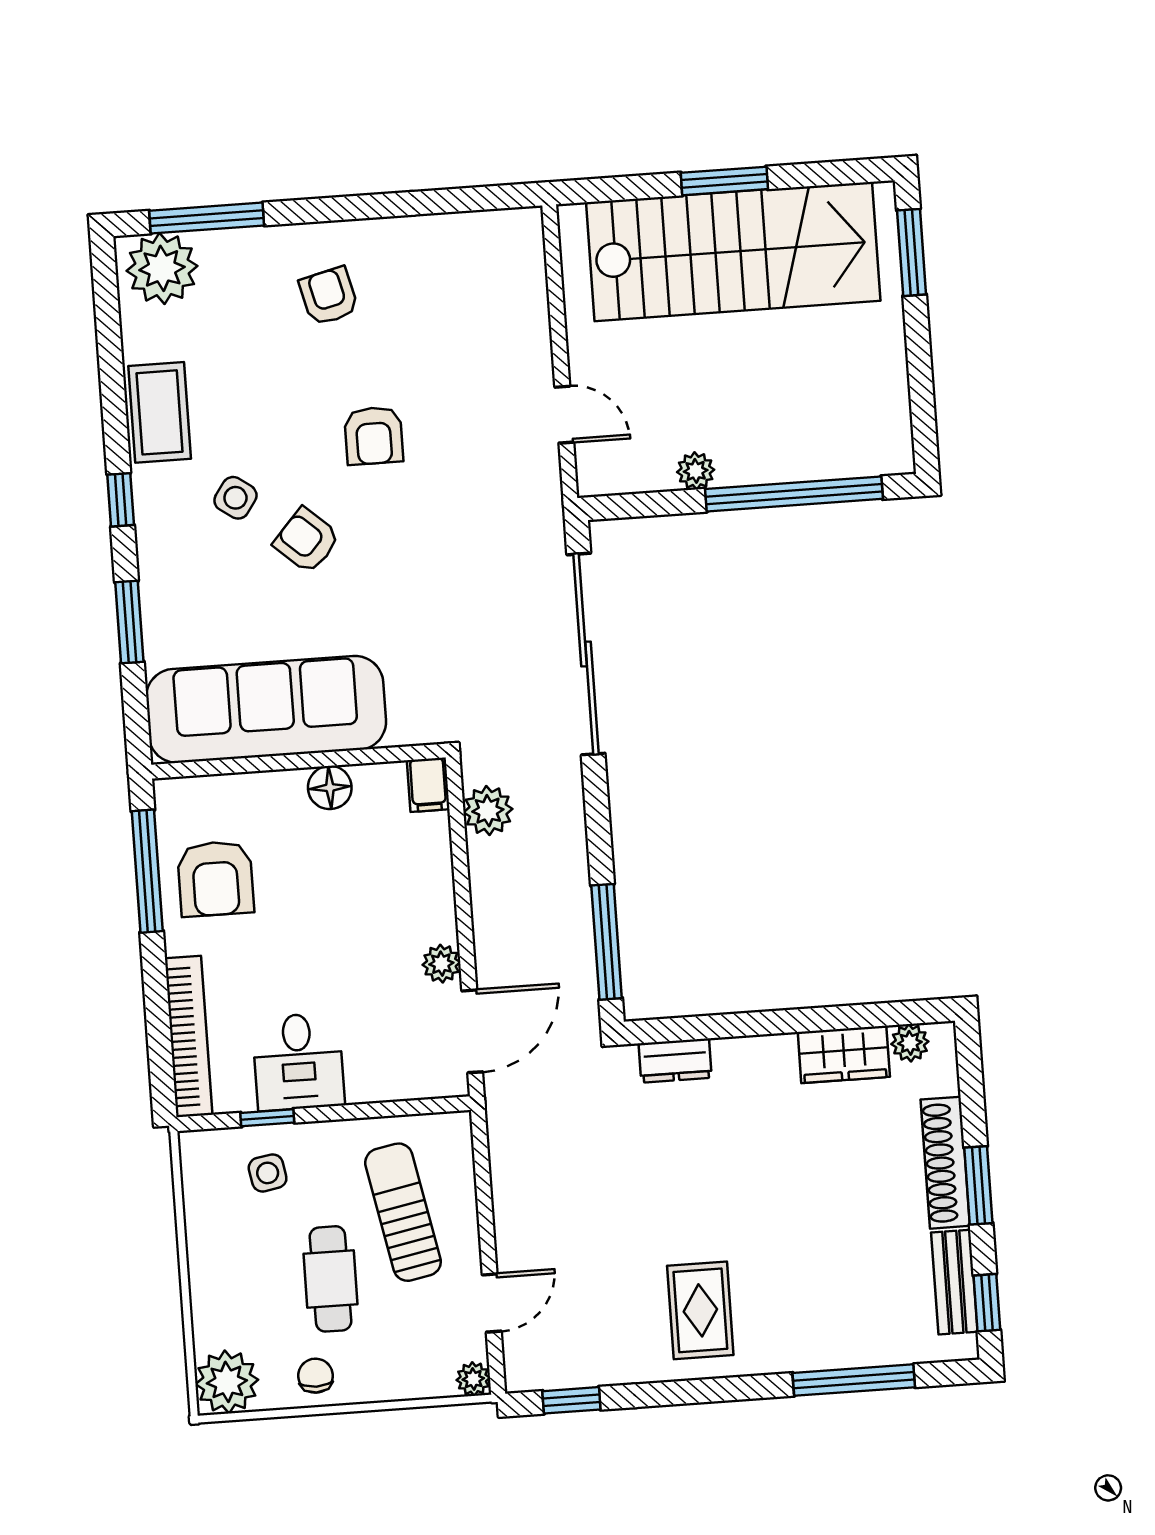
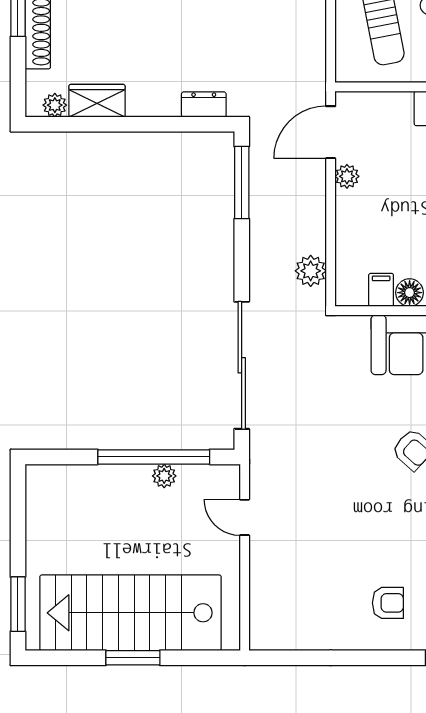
armchair: (329, 296) -> (388, 603), turned -76
armchair: (374, 436) -> (366, 513), removed
window: (794, 494) -> (154, 457), moved
filing cabinet: (428, 785) -> (381, 290), moved

